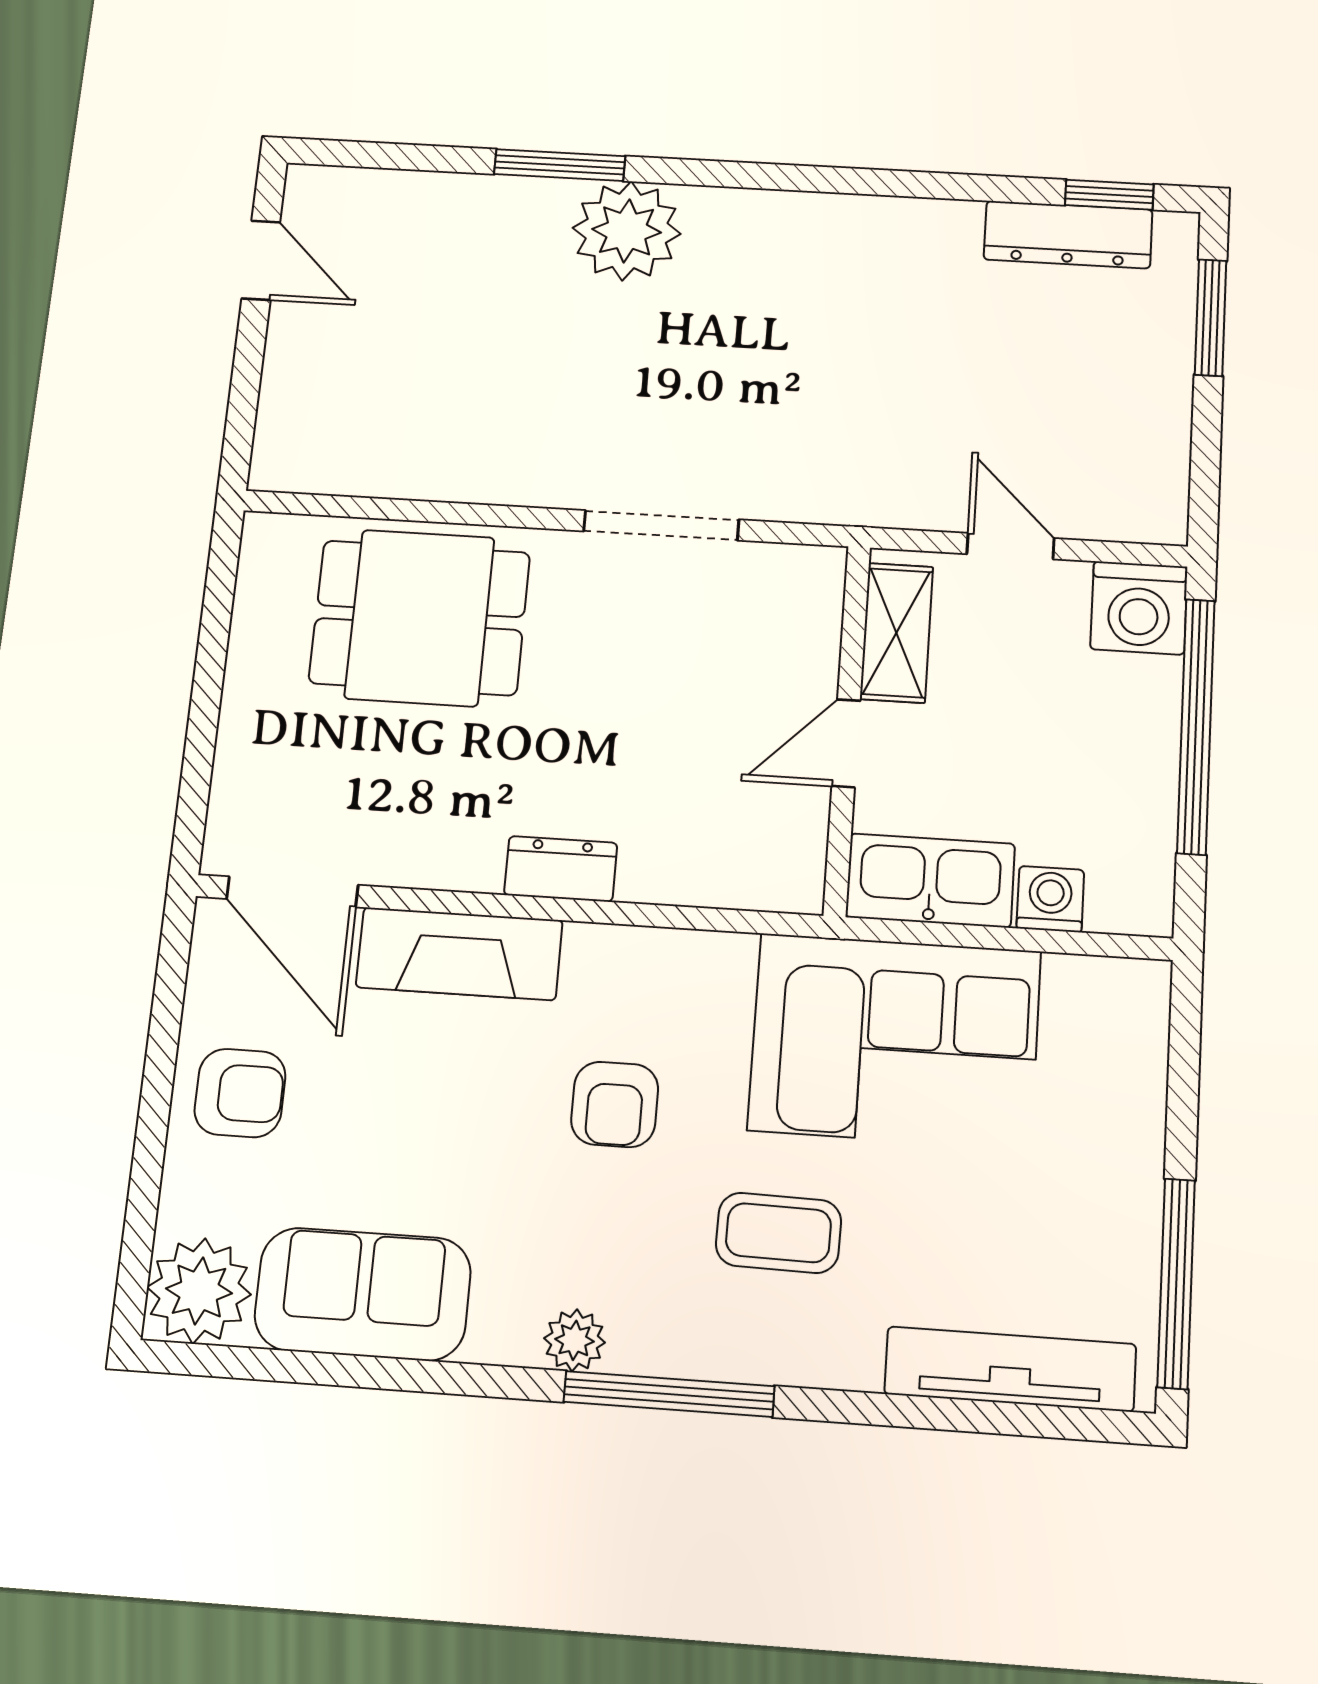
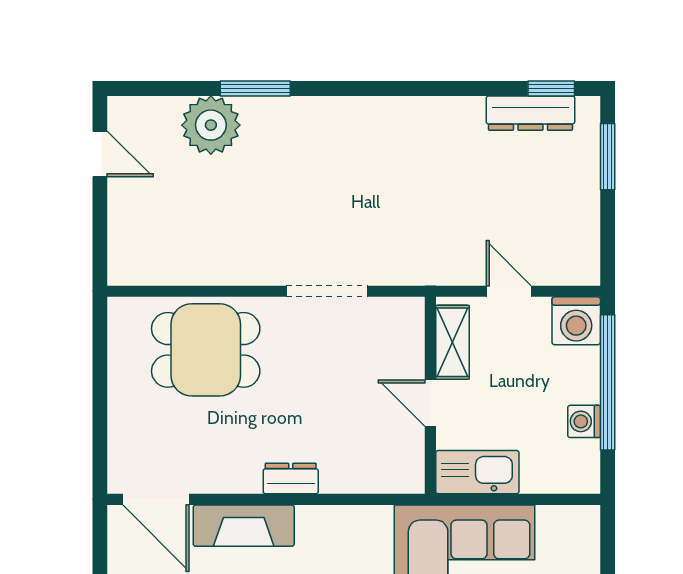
plant: (627, 231) -> (211, 125), moved
door: (846, 743) -> (430, 403), hinge flipped
washing machine: (1050, 899) -> (584, 421), moved, turned -90

